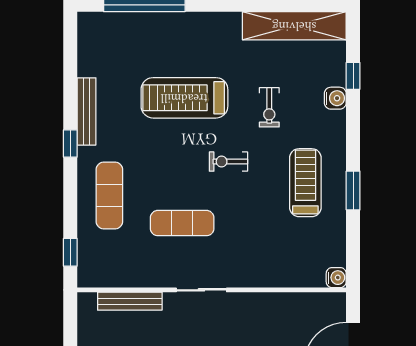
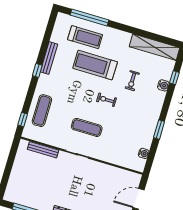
treadmill: (305, 183) -> (85, 37), moved, turned 90
exercise mat: (109, 196) -> (42, 111), moved
exercise mat: (182, 223) -> (87, 127), moved
water cooler: (336, 278) -> (144, 153), moved

